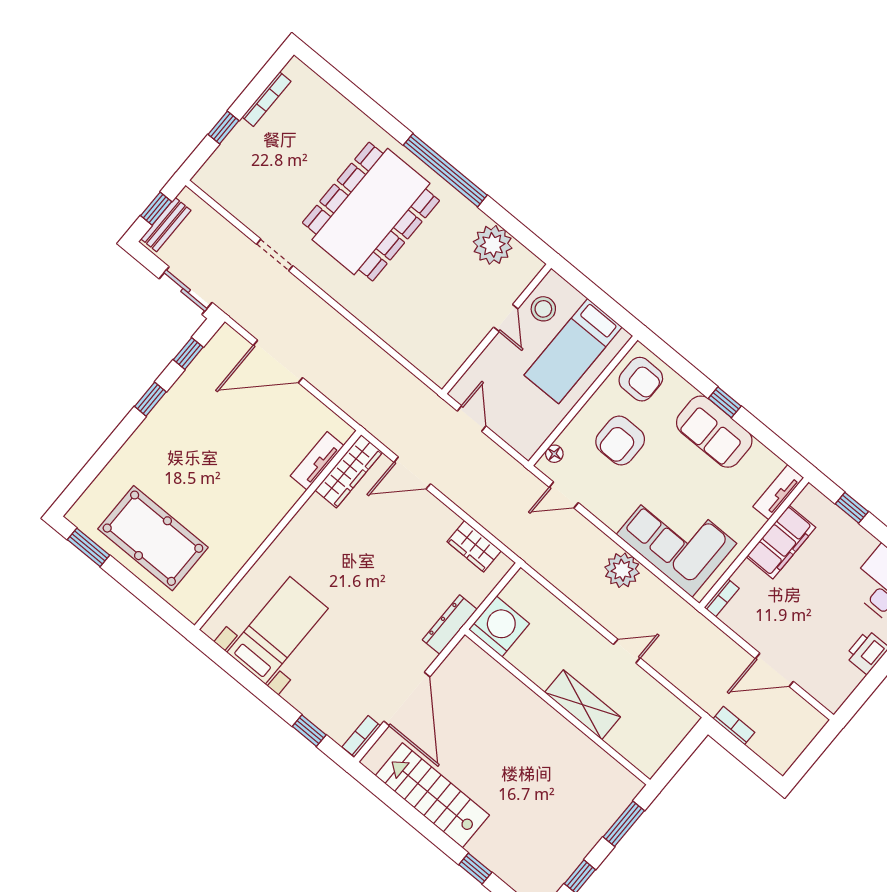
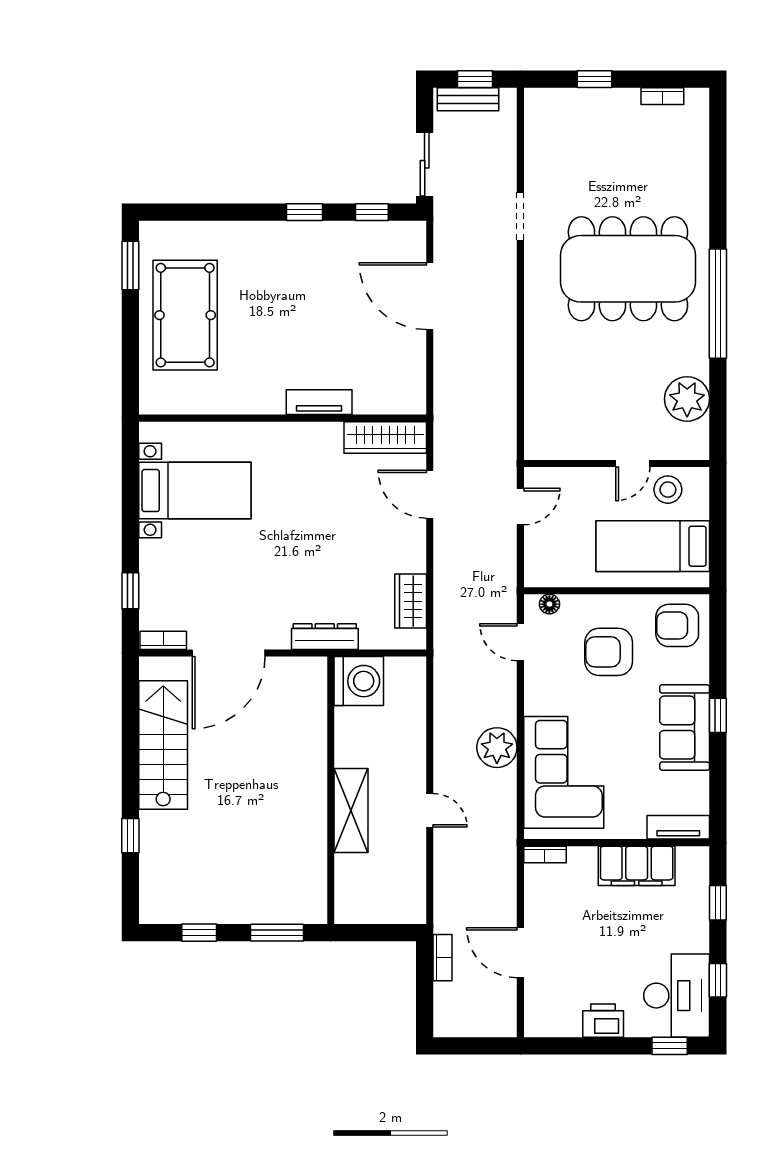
bookcase: (266, 99) -> (662, 96), width x0.64
armchair: (641, 379) -> (677, 625), turned 90
tv unit: (317, 461) -> (319, 402), moved

